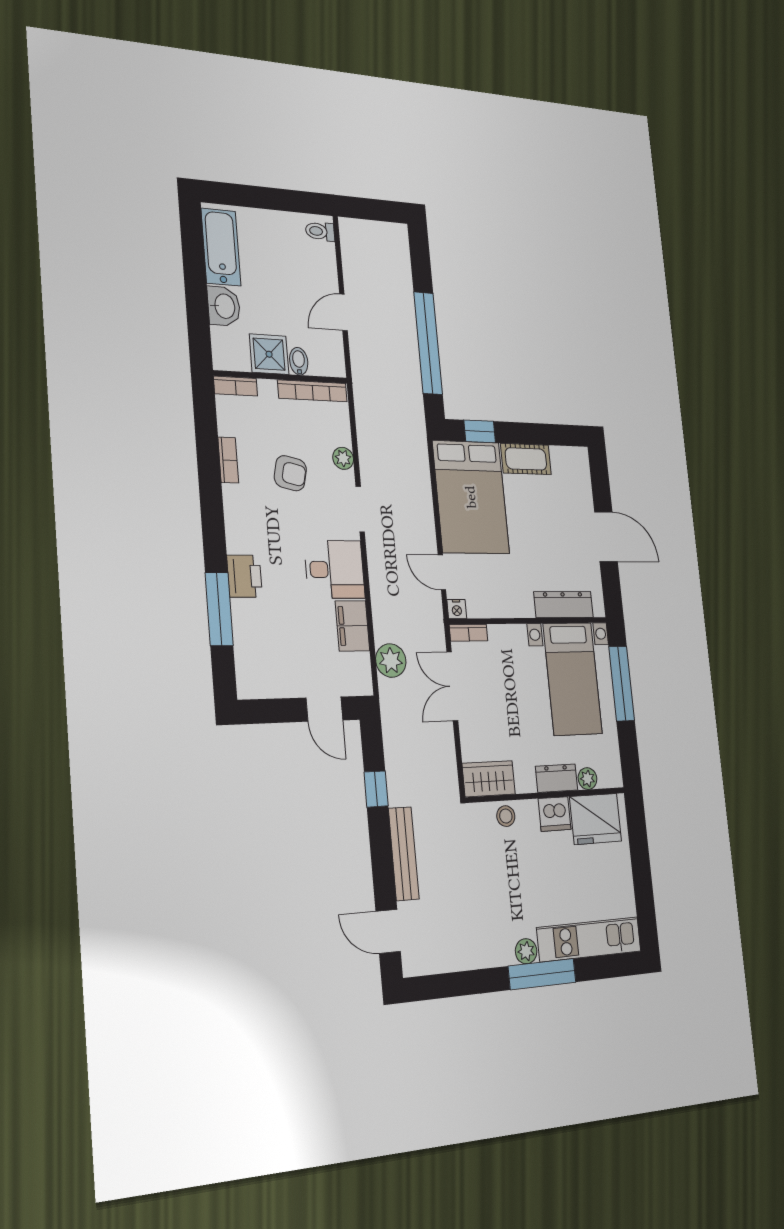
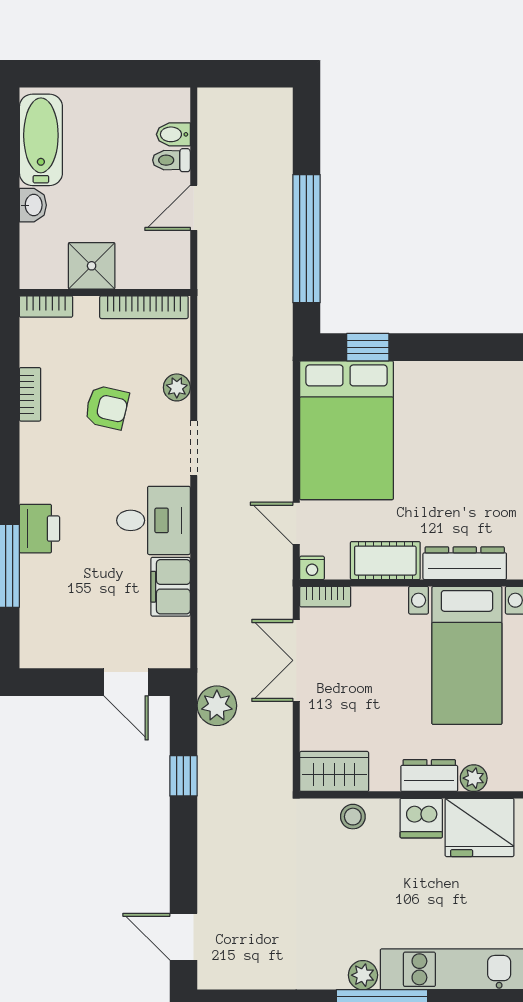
toilet: (320, 231) -> (171, 160), moved
washbasin: (224, 306) -> (33, 205), width x0.72, depth x0.69
bidet: (299, 361) -> (173, 134), moved, turned -90
cot: (526, 459) -> (385, 561), moved
plant: (391, 661) -> (217, 706), moved
bench: (404, 854) -> (212, 851), removed

